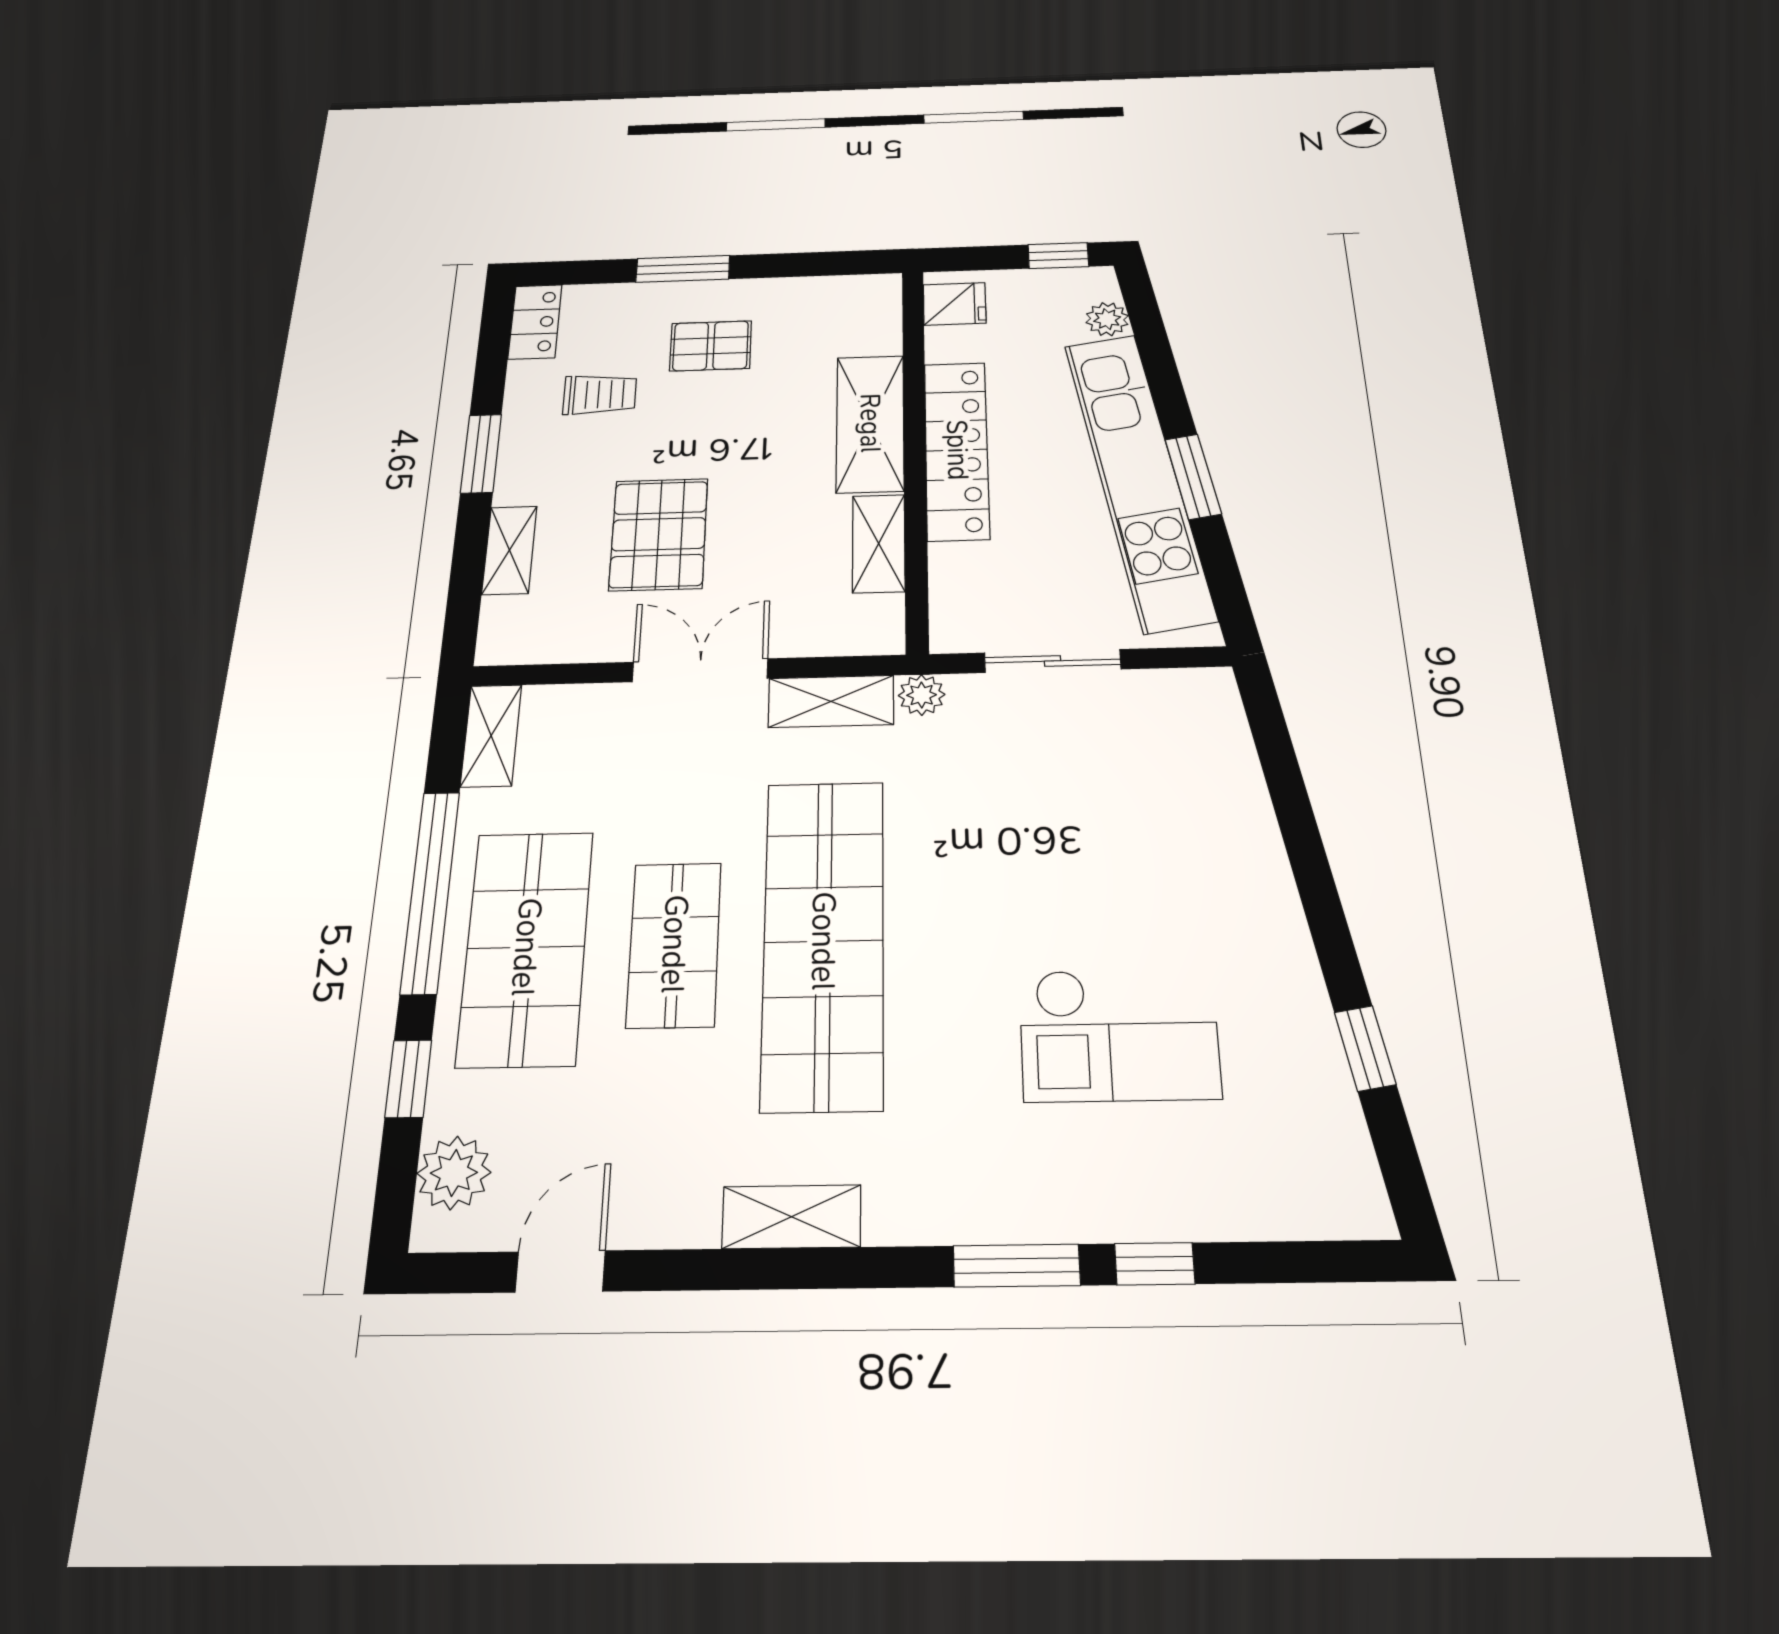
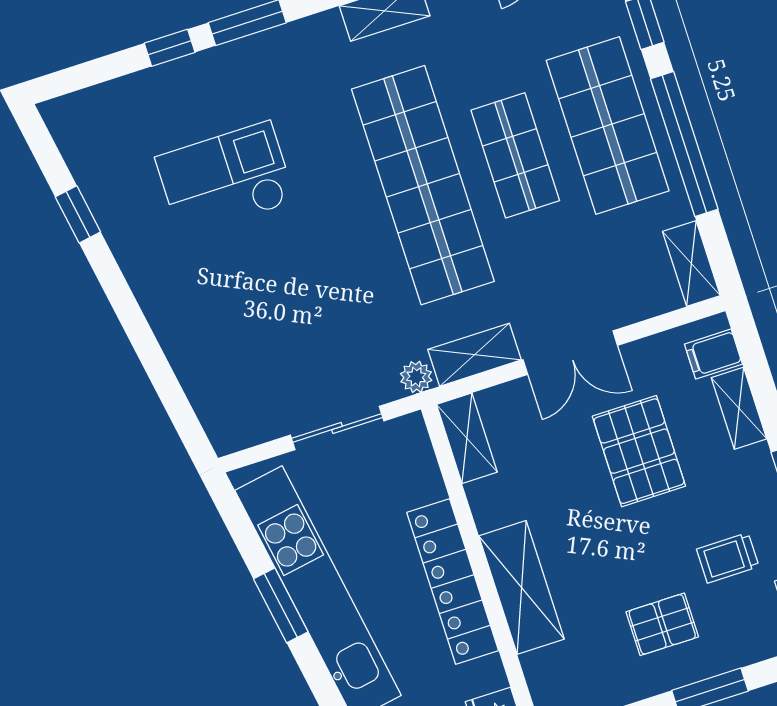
shelving: (879, 543) -> (467, 438), moved
filing cabinet: (513, 620) -> (713, 354), added

